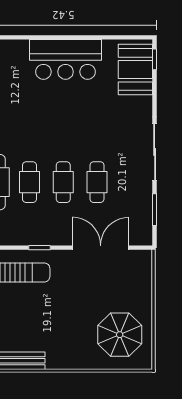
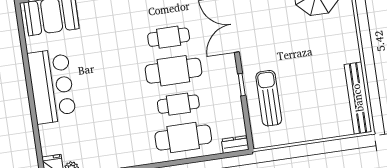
cafe table: (63, 182) -> (173, 71), width x1.37, depth x1.35

